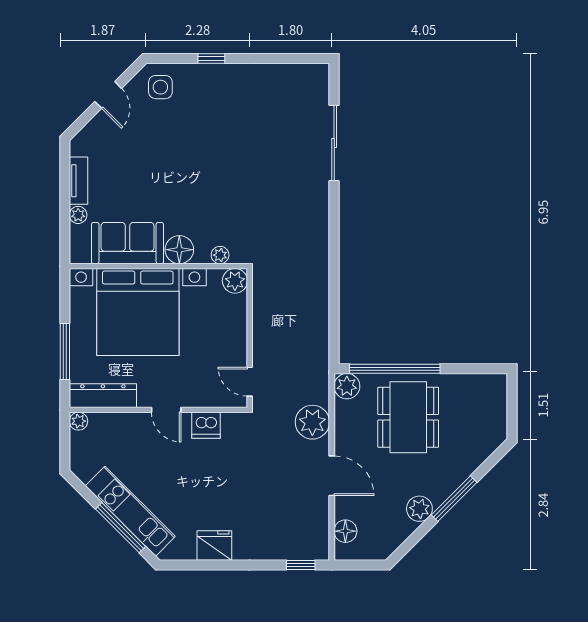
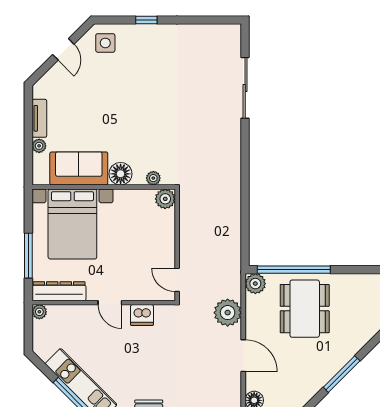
bed with nightstands: (138, 312) -> (72, 224), width x0.73
plant: (419, 509) -> (314, 382), removed

